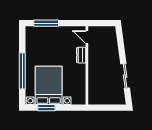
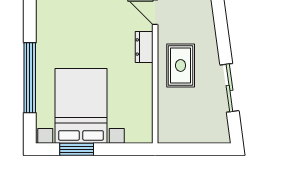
rug: (100, 65) -> (181, 65), added

